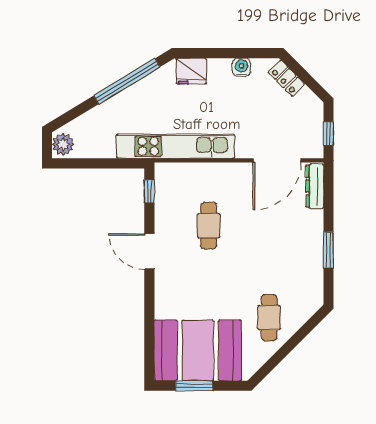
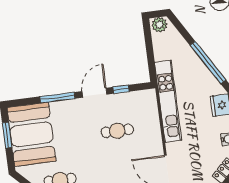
window: (149, 191) -> (121, 89), moved
window: (149, 306) -> (57, 98), added

